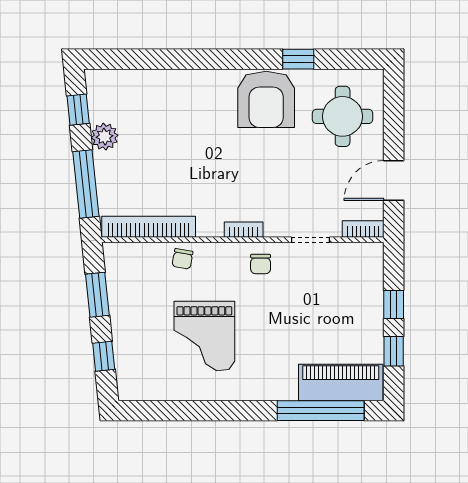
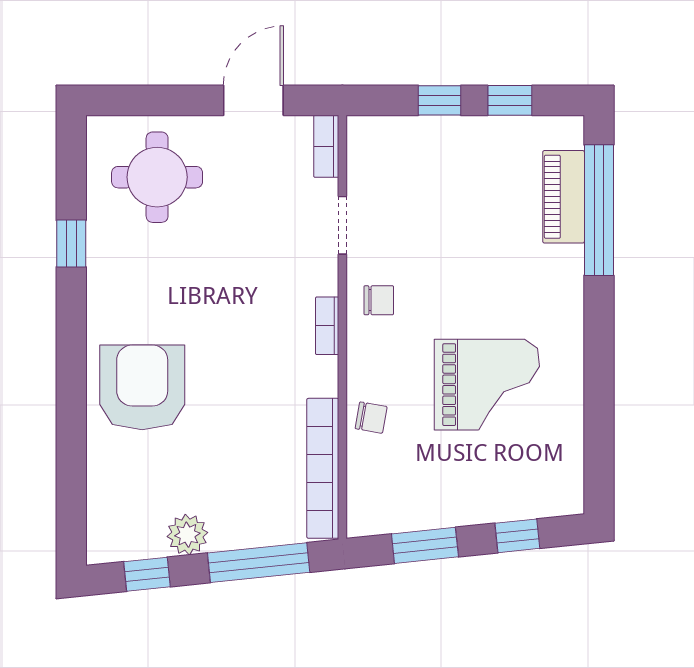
armchair: (266, 99) -> (142, 387), moved, turned -90
door: (394, 181) -> (253, 100), swing flipped
piano: (341, 382) -> (564, 197), width x0.73, depth x0.75

